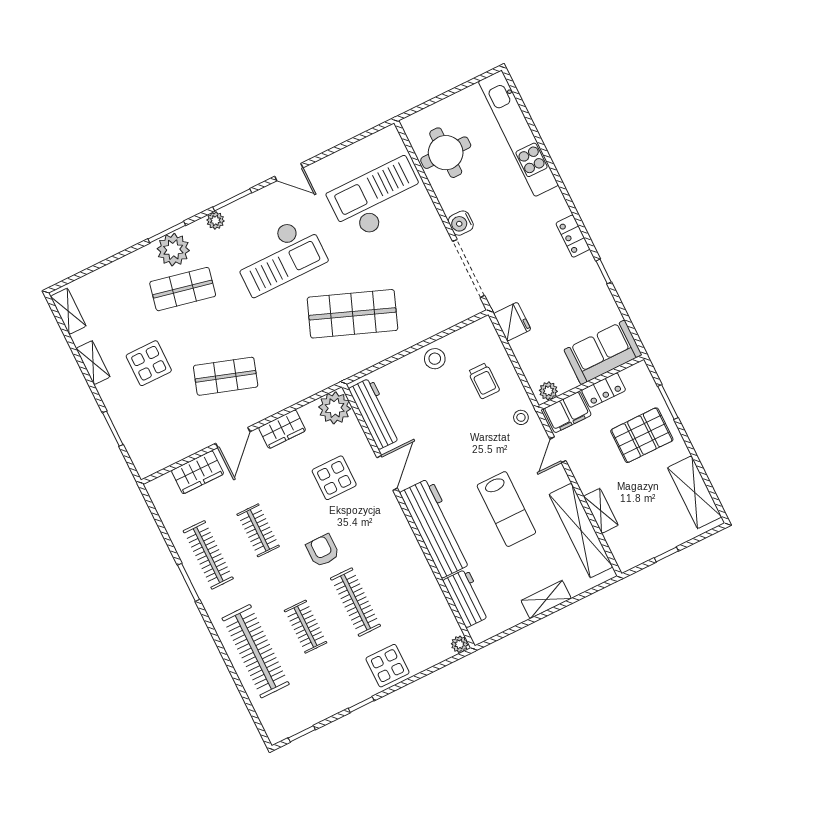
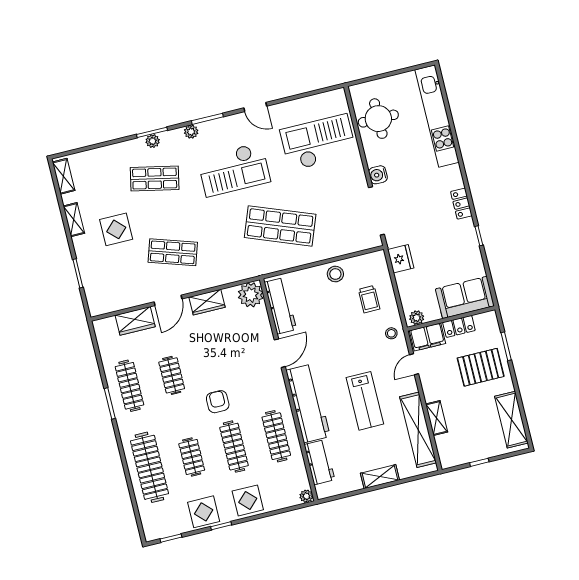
plant: (173, 250) -> (153, 141), width x0.53, depth x0.53
display table: (334, 478) -> (204, 512), moved
clothes rail: (405, 578) -> (276, 436), added

